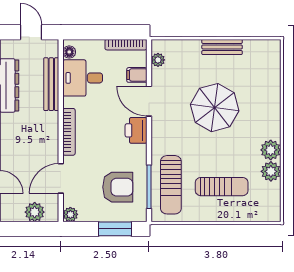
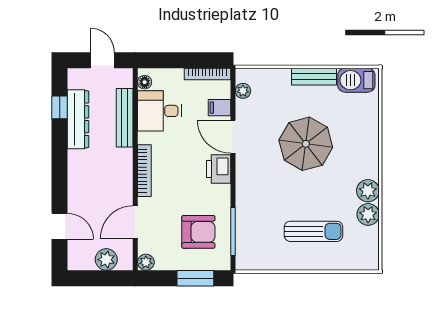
barbecue: (260, 50) -> (356, 80), added
sun lounger: (171, 185) -> (257, 229), removed

